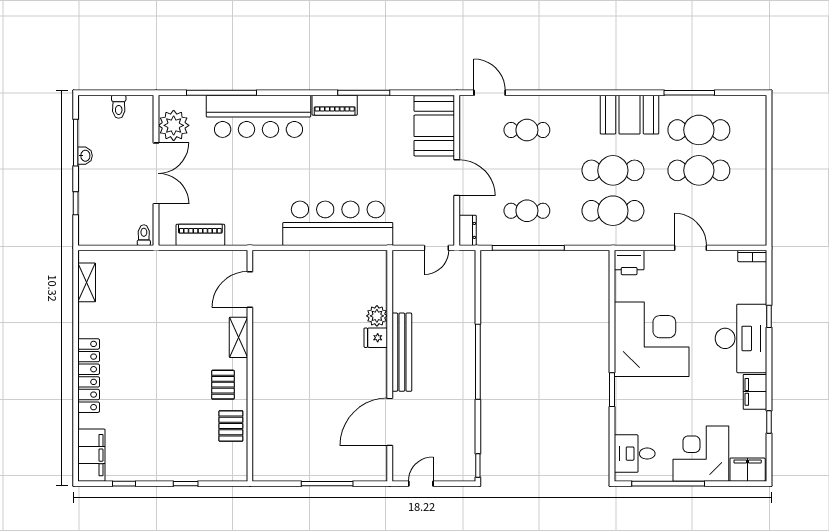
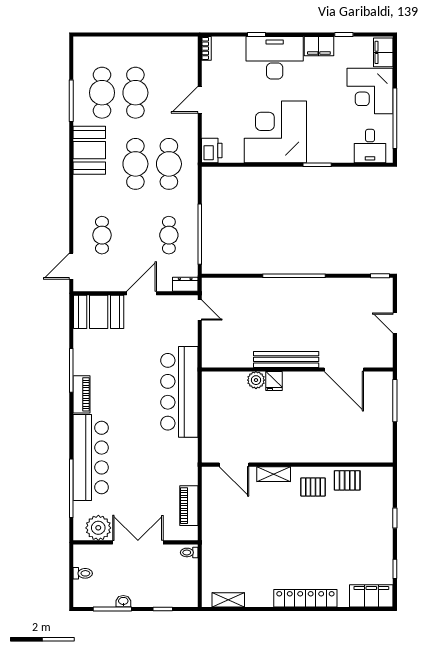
plant: (377, 316) -> (256, 380), moved
fridge: (376, 338) -> (274, 381), moved
bench: (402, 352) -> (286, 359), moved
wall: (390, 366) -> (297, 369), moved
door: (390, 422) -> (344, 369), moved

